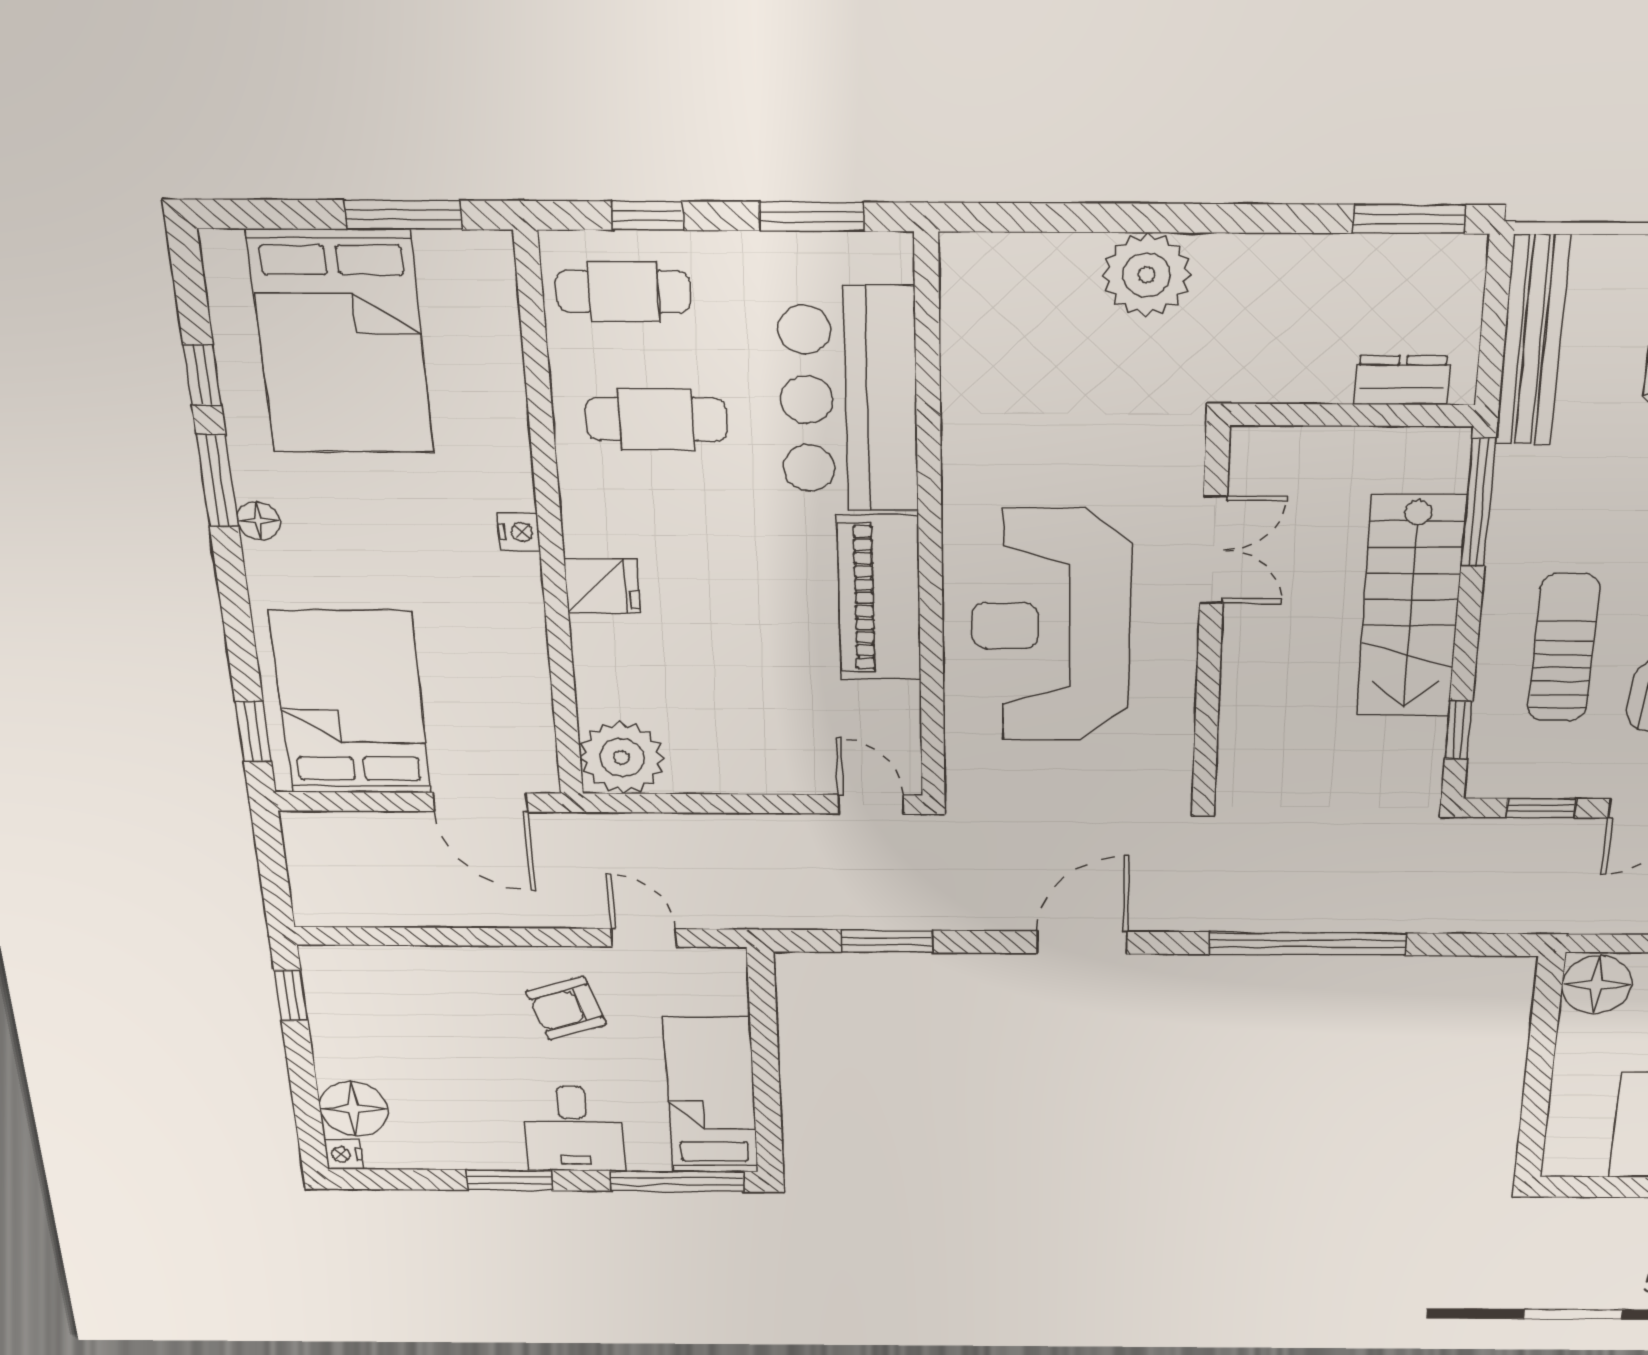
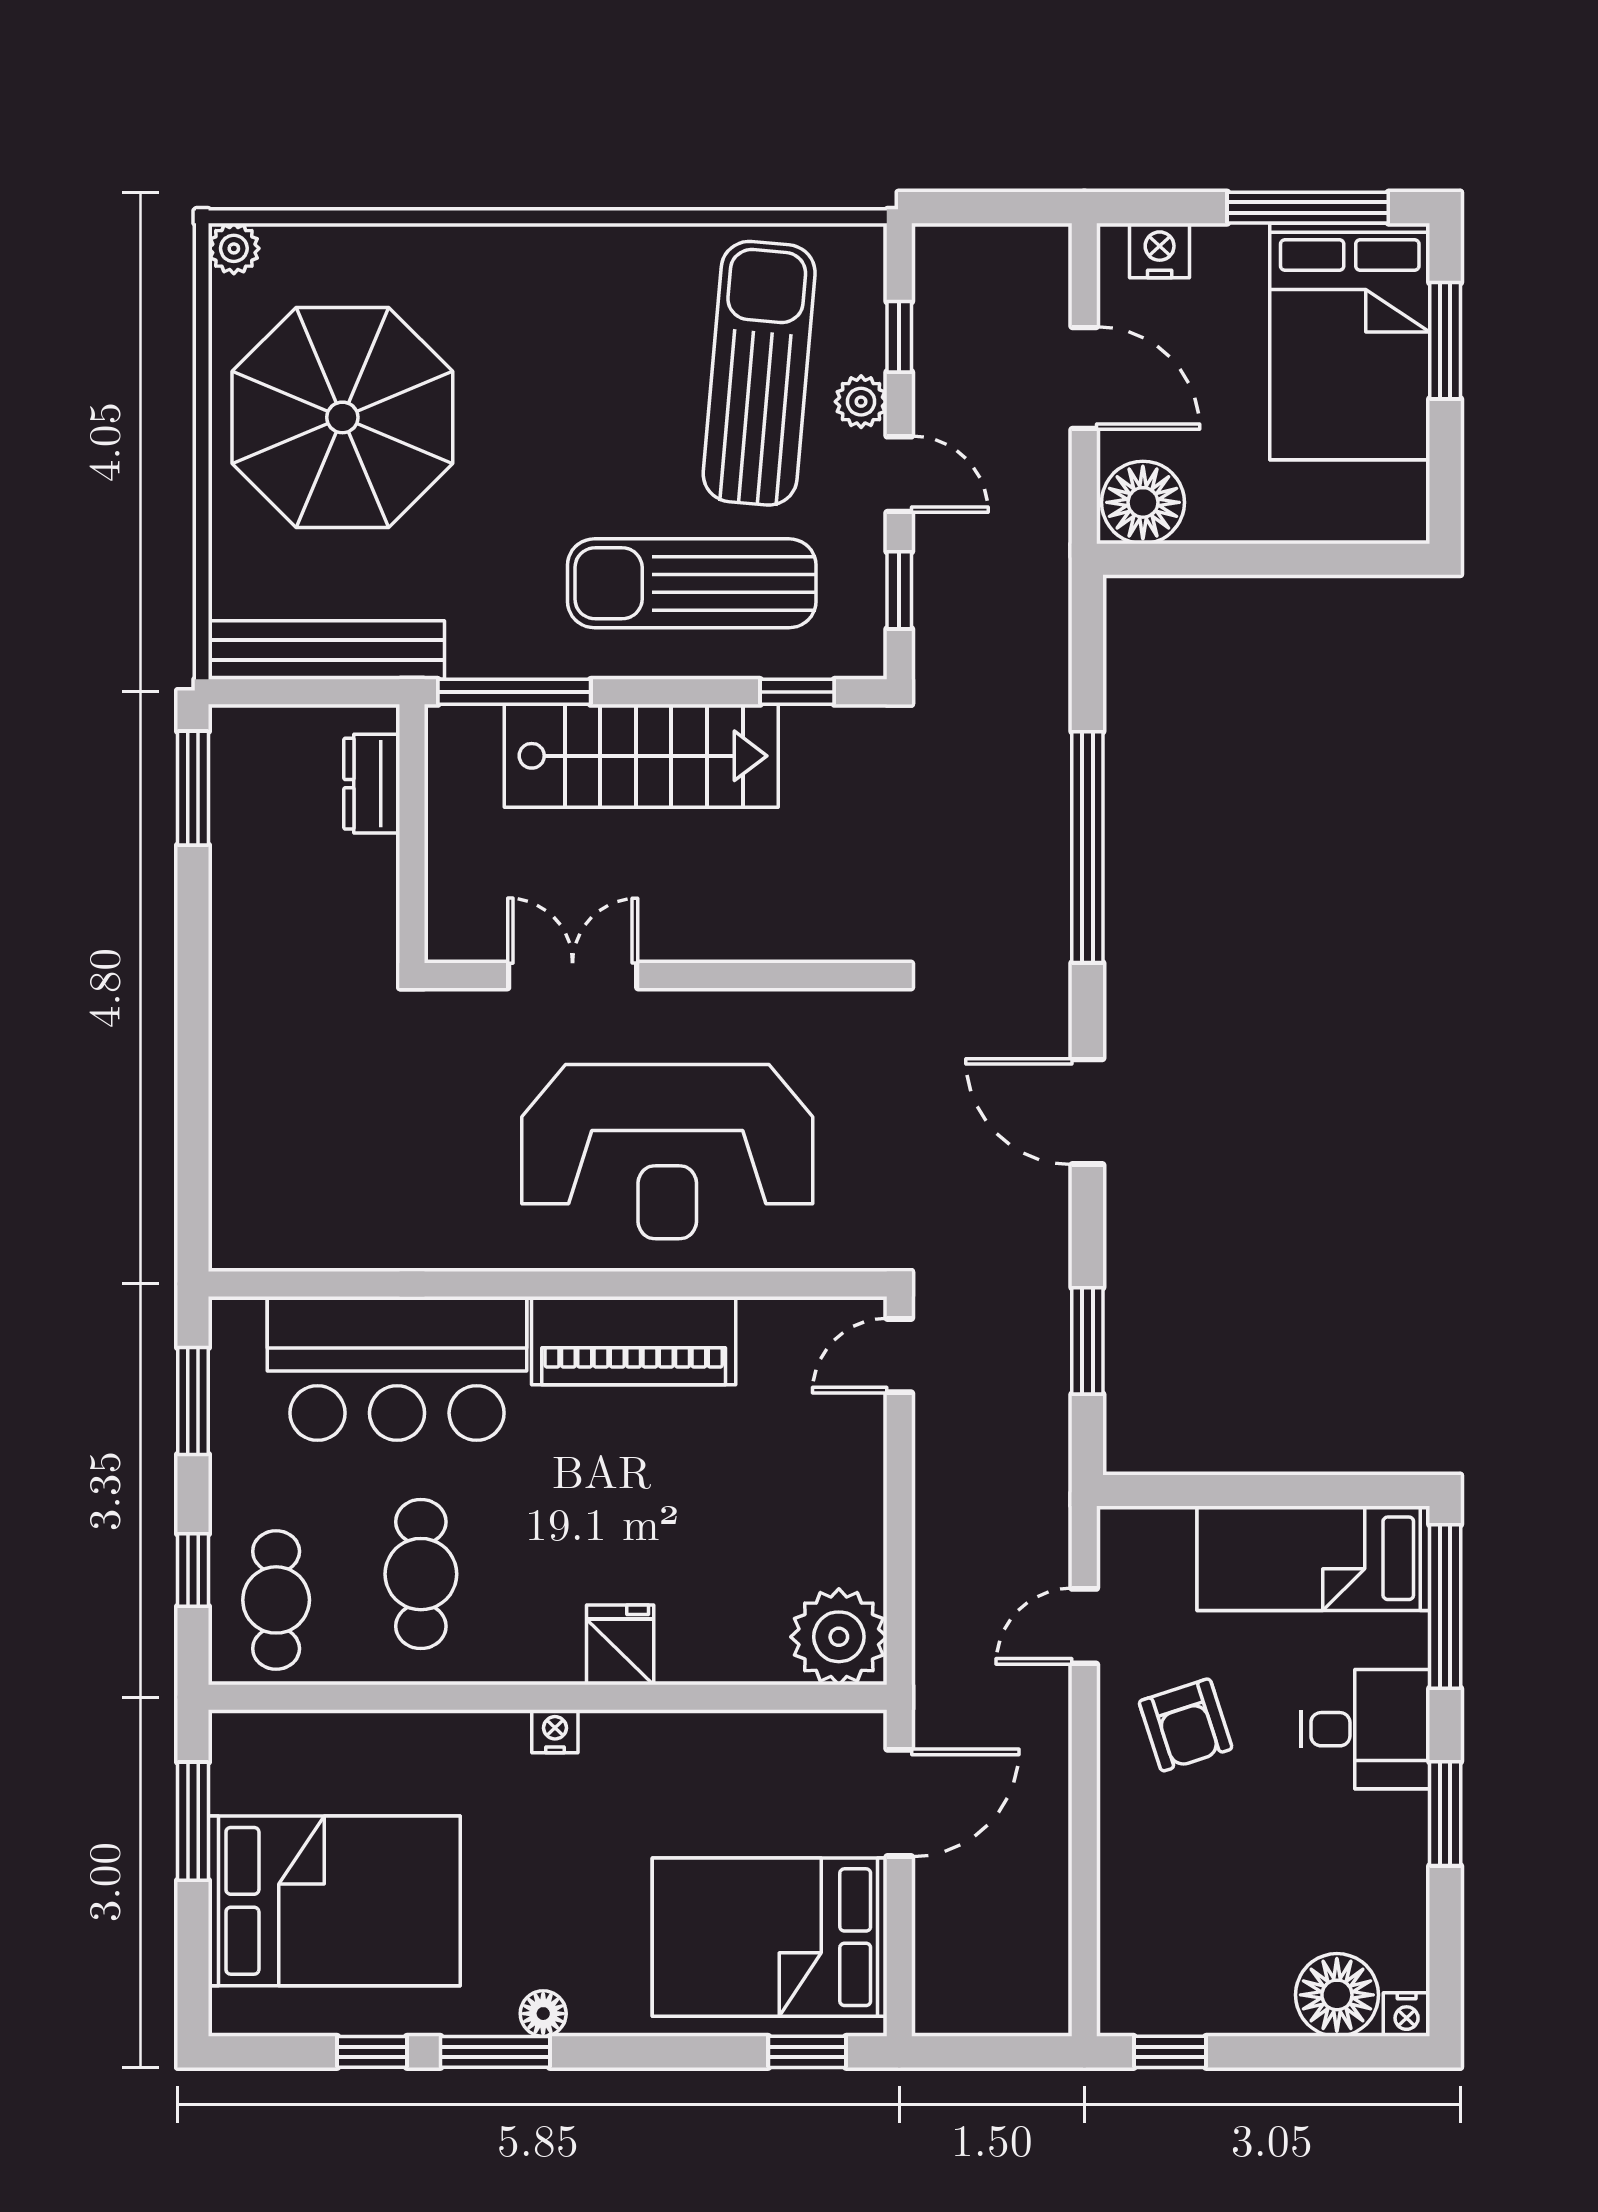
plant: (1147, 275) -> (255, 1056), removed
sun lounger: (1564, 648) -> (692, 583), width x1.36, depth x1.34

